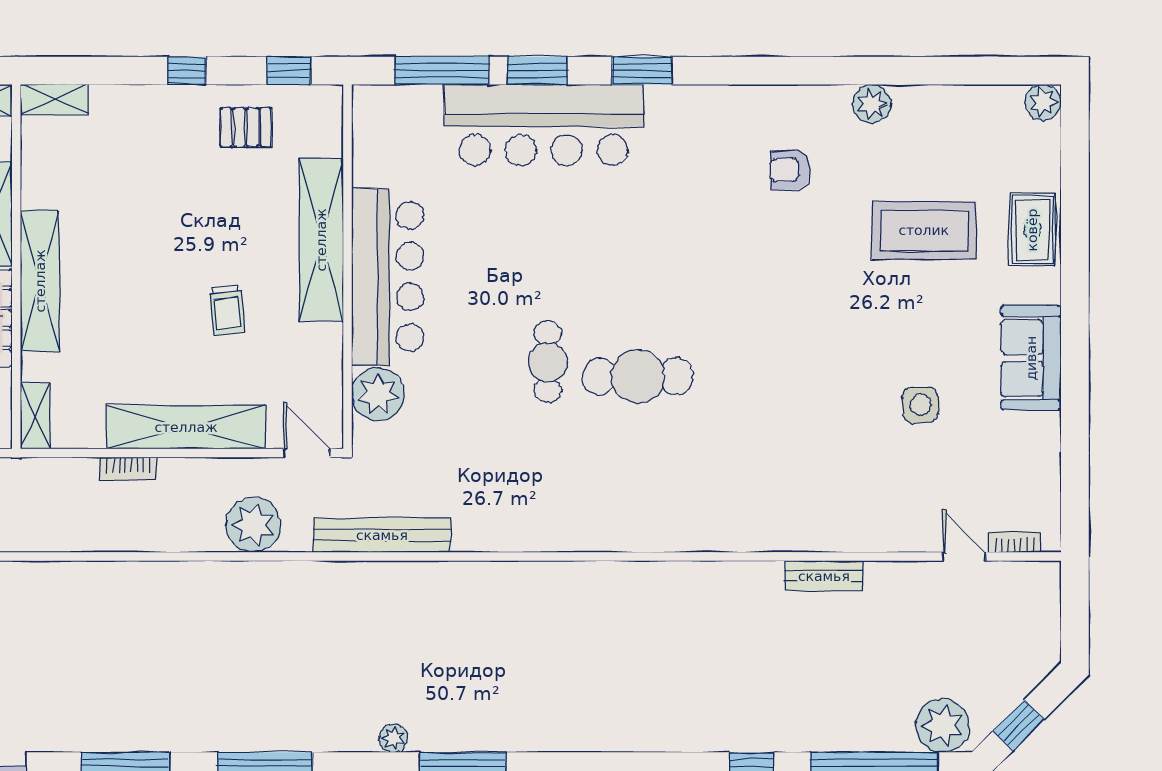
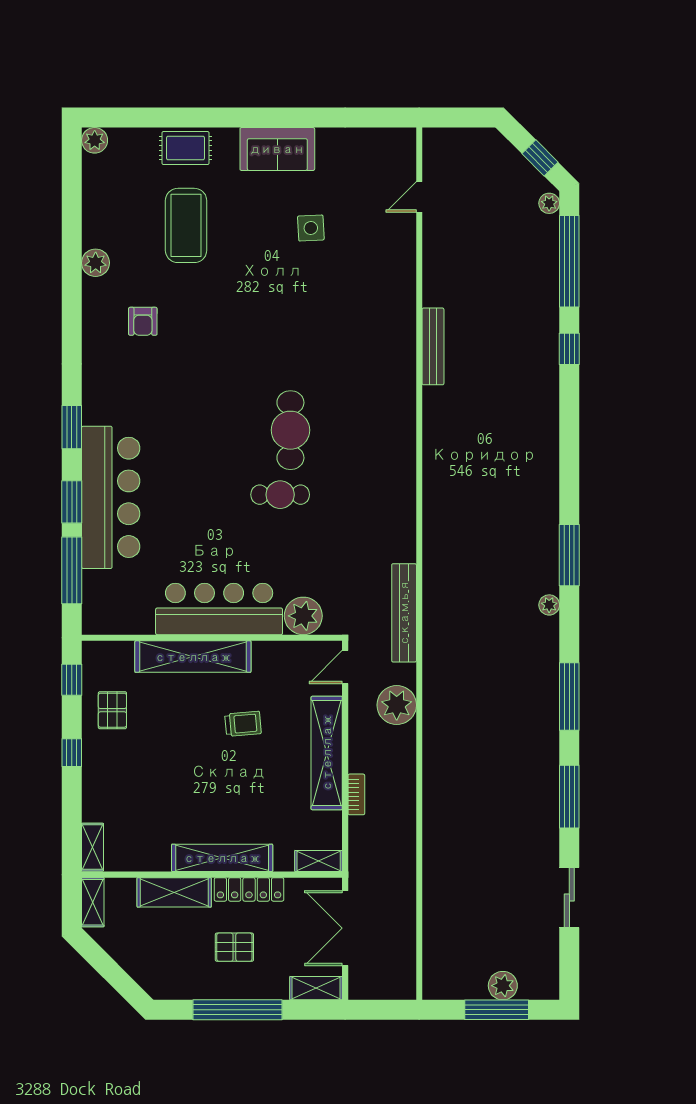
bookcase: (1014, 542) -> (409, 161), removed
bench: (824, 576) -> (433, 346), moved, width x1.36
plant: (943, 726) -> (549, 203), width x0.53, depth x0.53

